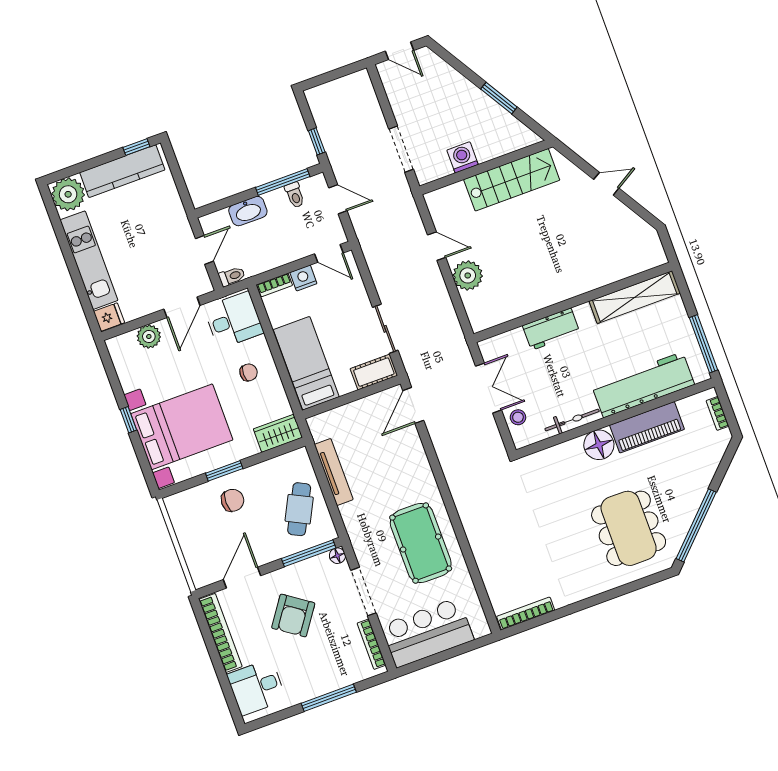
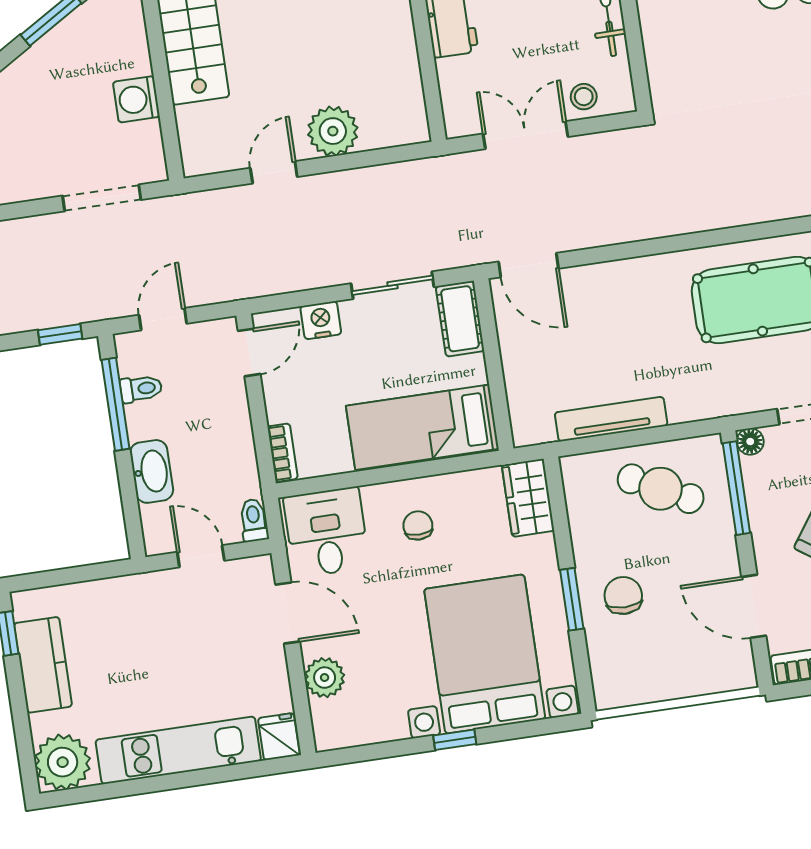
kitchen counter: (122, 171) -> (43, 665), width x0.67
nightstand: (303, 278) -> (321, 320), moved, turned 90

